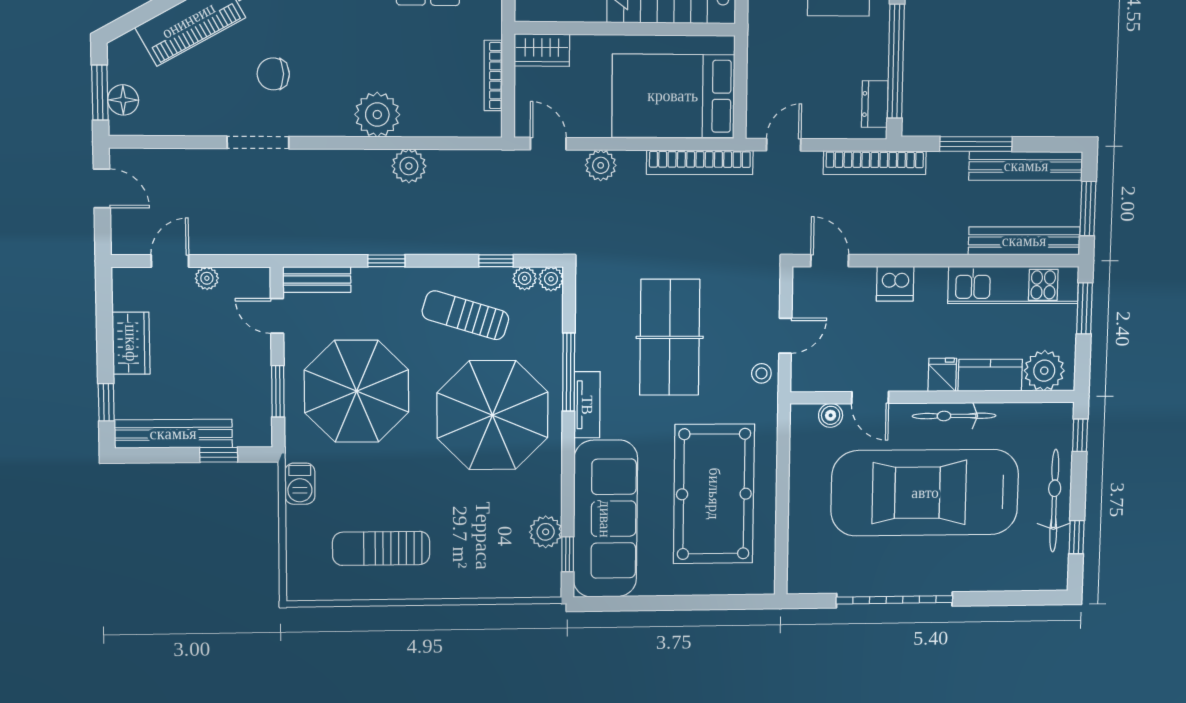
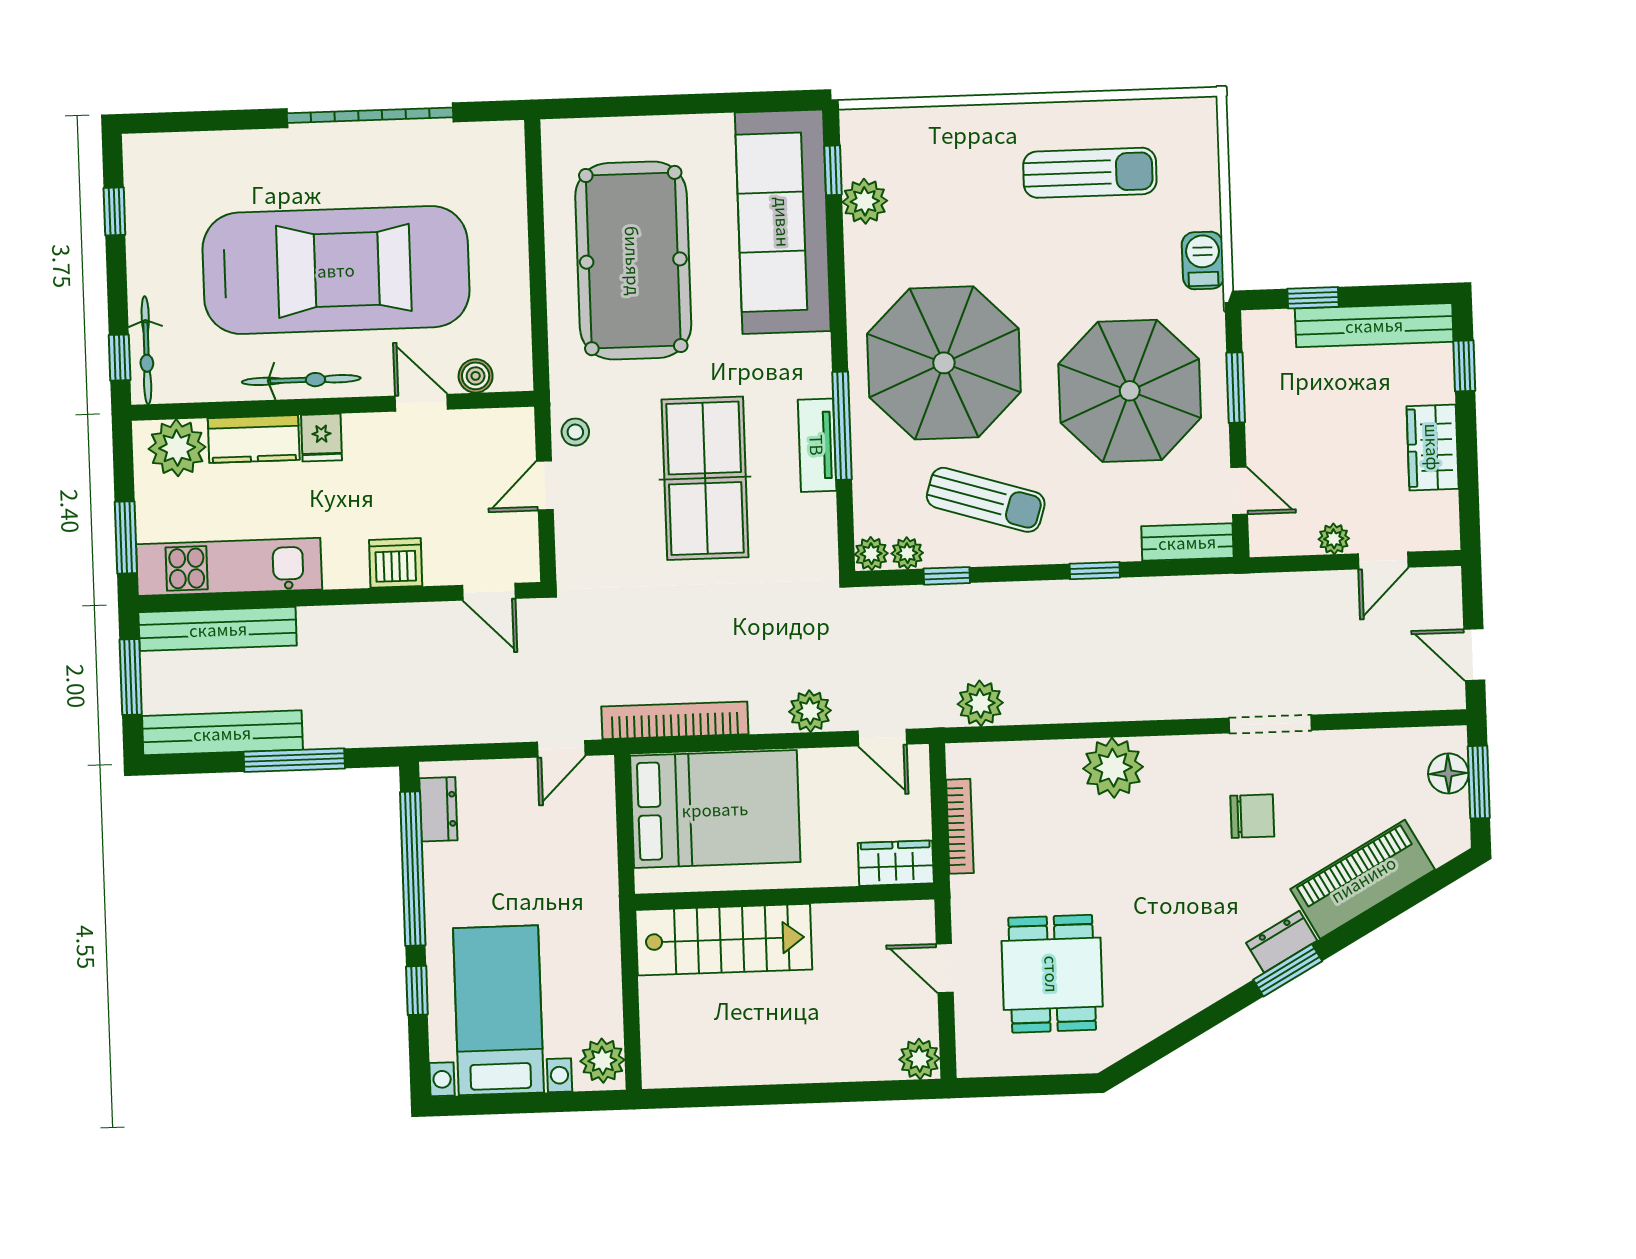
bookcase: (875, 163) -> (434, 729), removed
plant: (409, 166) -> (980, 703), moved
tv unit: (587, 405) -> (817, 445), moved
bicycle: (1054, 501) -> (146, 350), moved, width x0.73, depth x0.71

